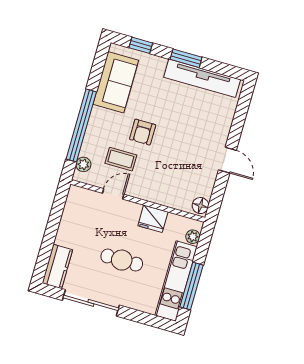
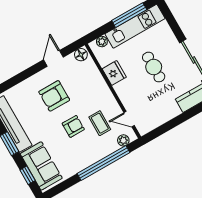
sofa: (116, 82) -> (41, 166), moved, turned 90
armchair: (188, 143) -> (54, 96), added
door: (227, 160) -> (53, 58), moved
door: (113, 194) -> (129, 119), moved

